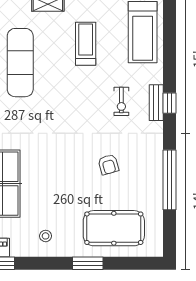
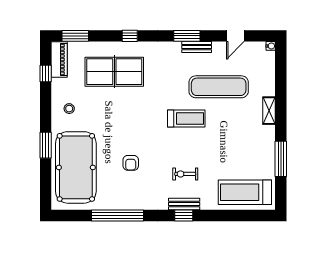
treadmill: (86, 44) -> (186, 119), moved
armchair: (108, 165) -> (131, 163), turned -74
pool table: (114, 228) -> (76, 167), width x1.36, depth x1.32

